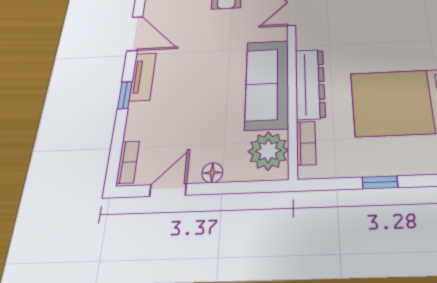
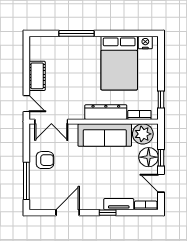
tv unit: (143, 77) -> (119, 204), moved
floor lamp: (212, 173) -> (149, 157), width x1.89, depth x1.89
window: (380, 182) -> (161, 100), moved
window: (219, 188) -> (161, 158), added

